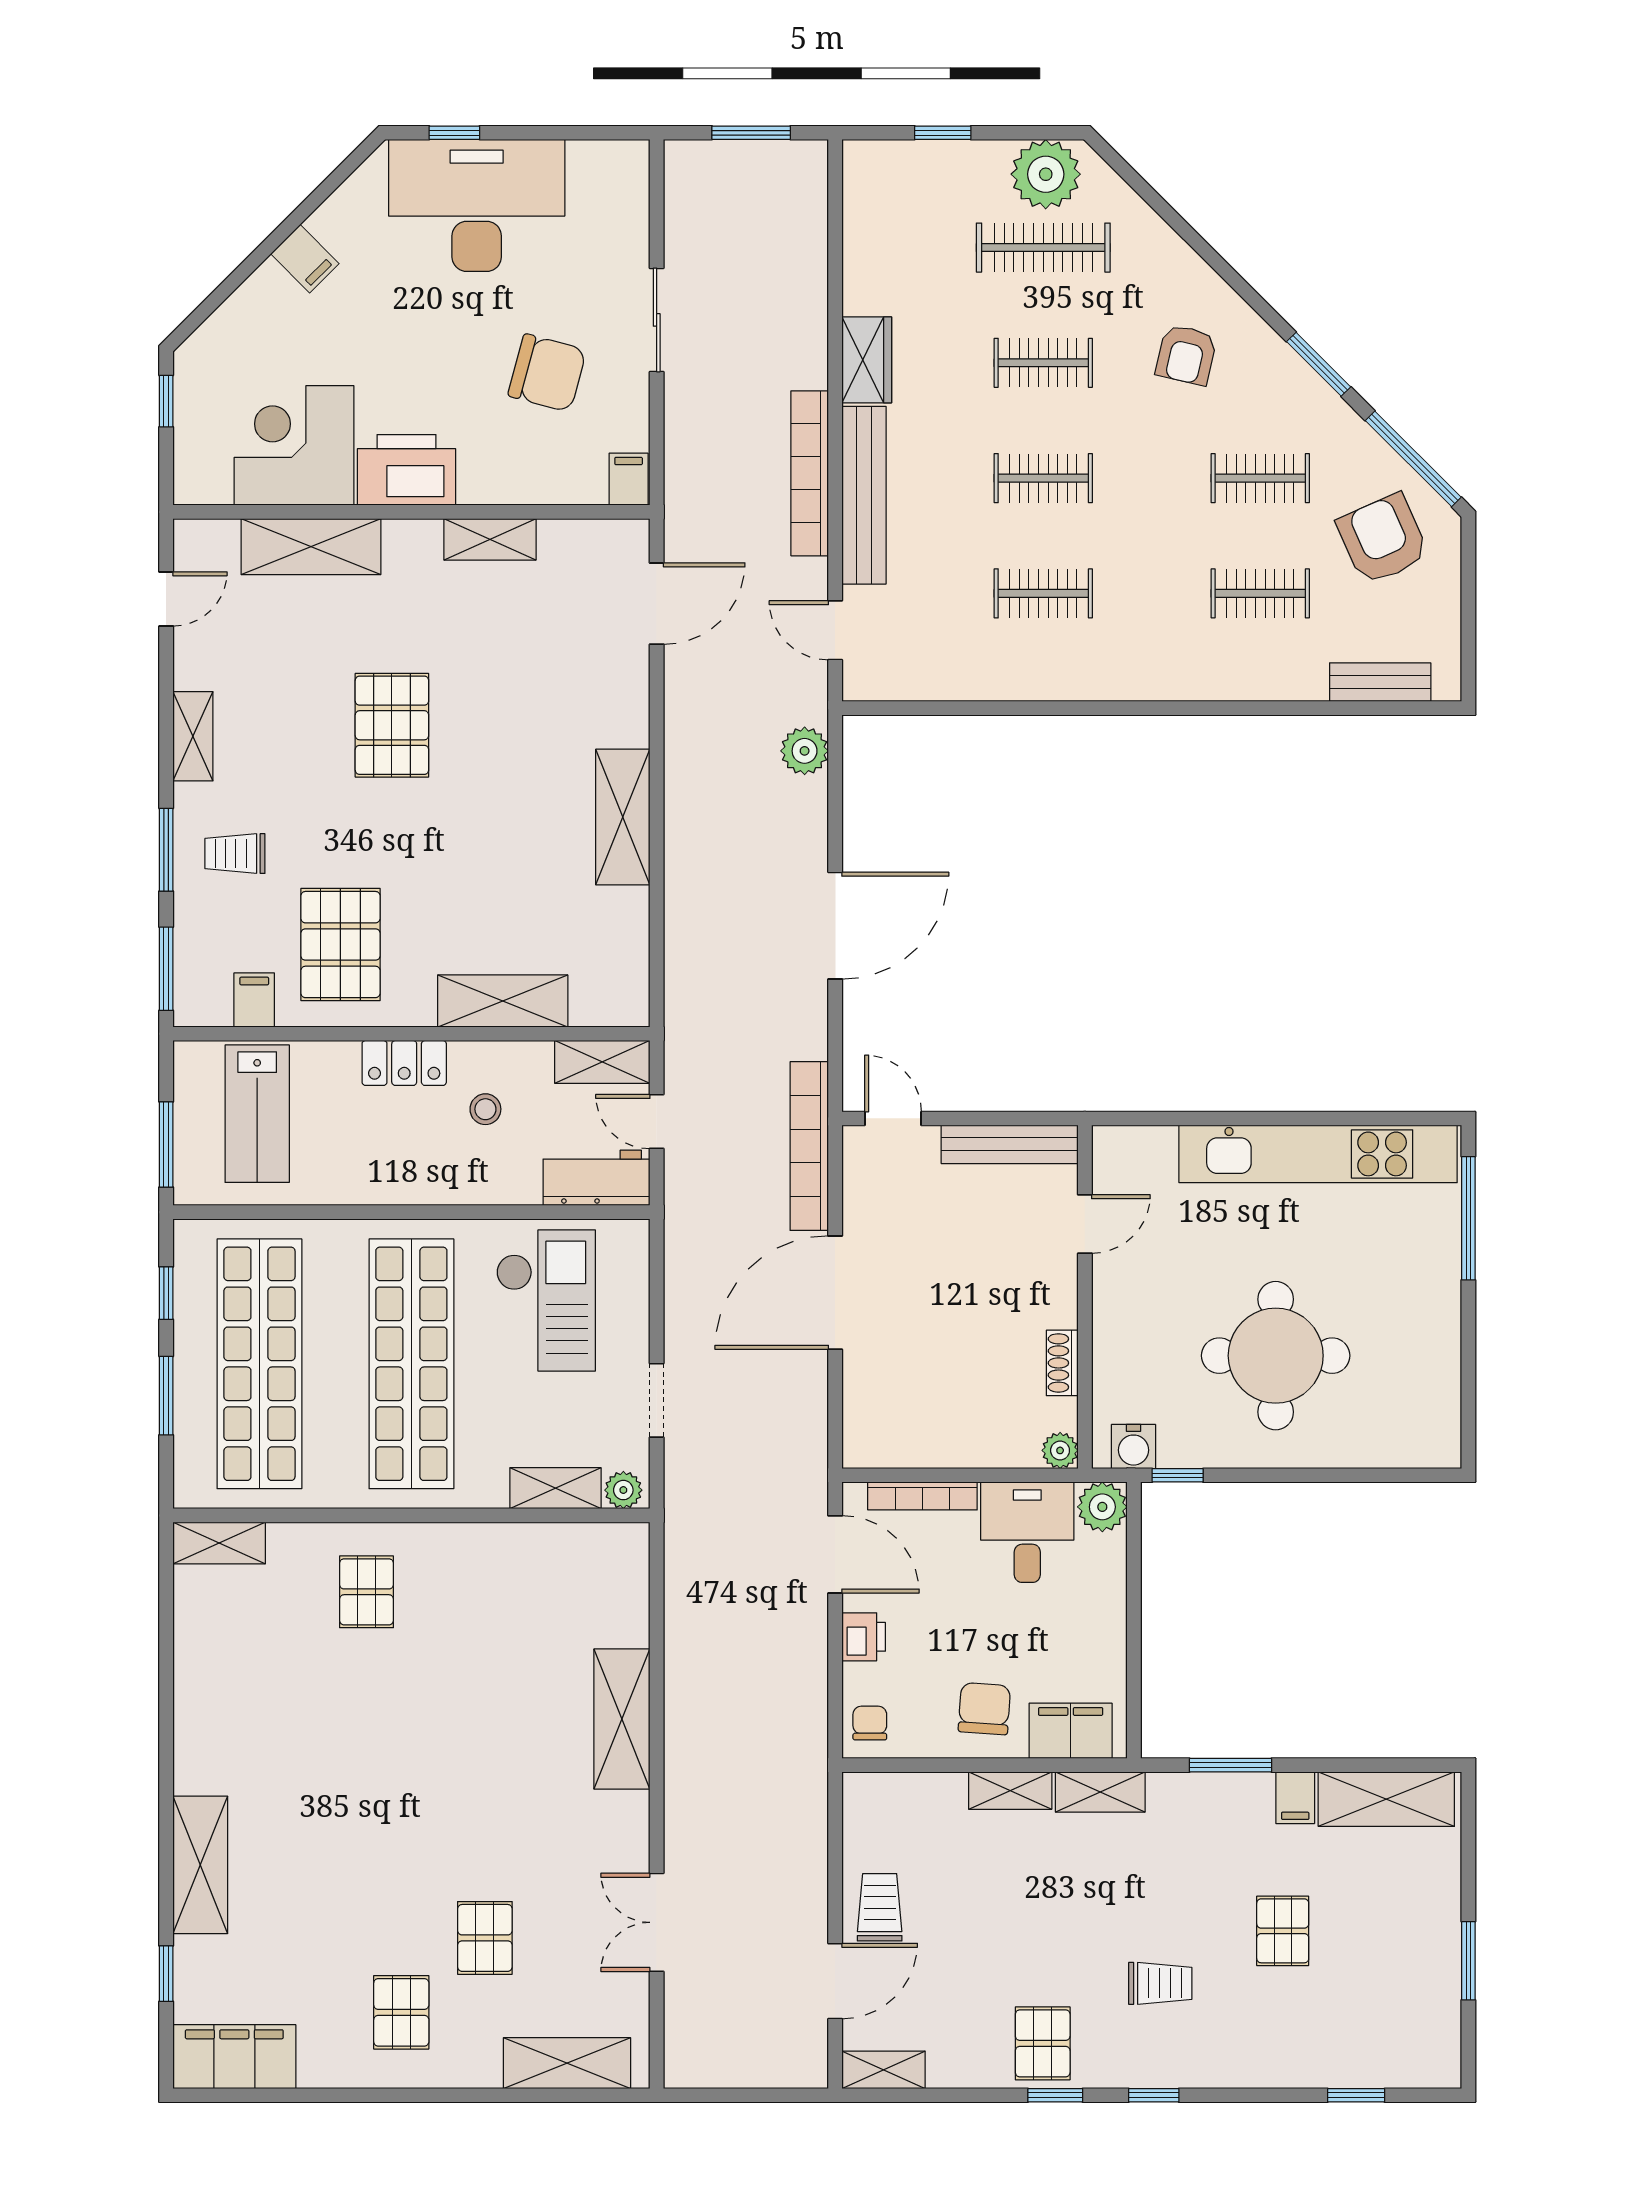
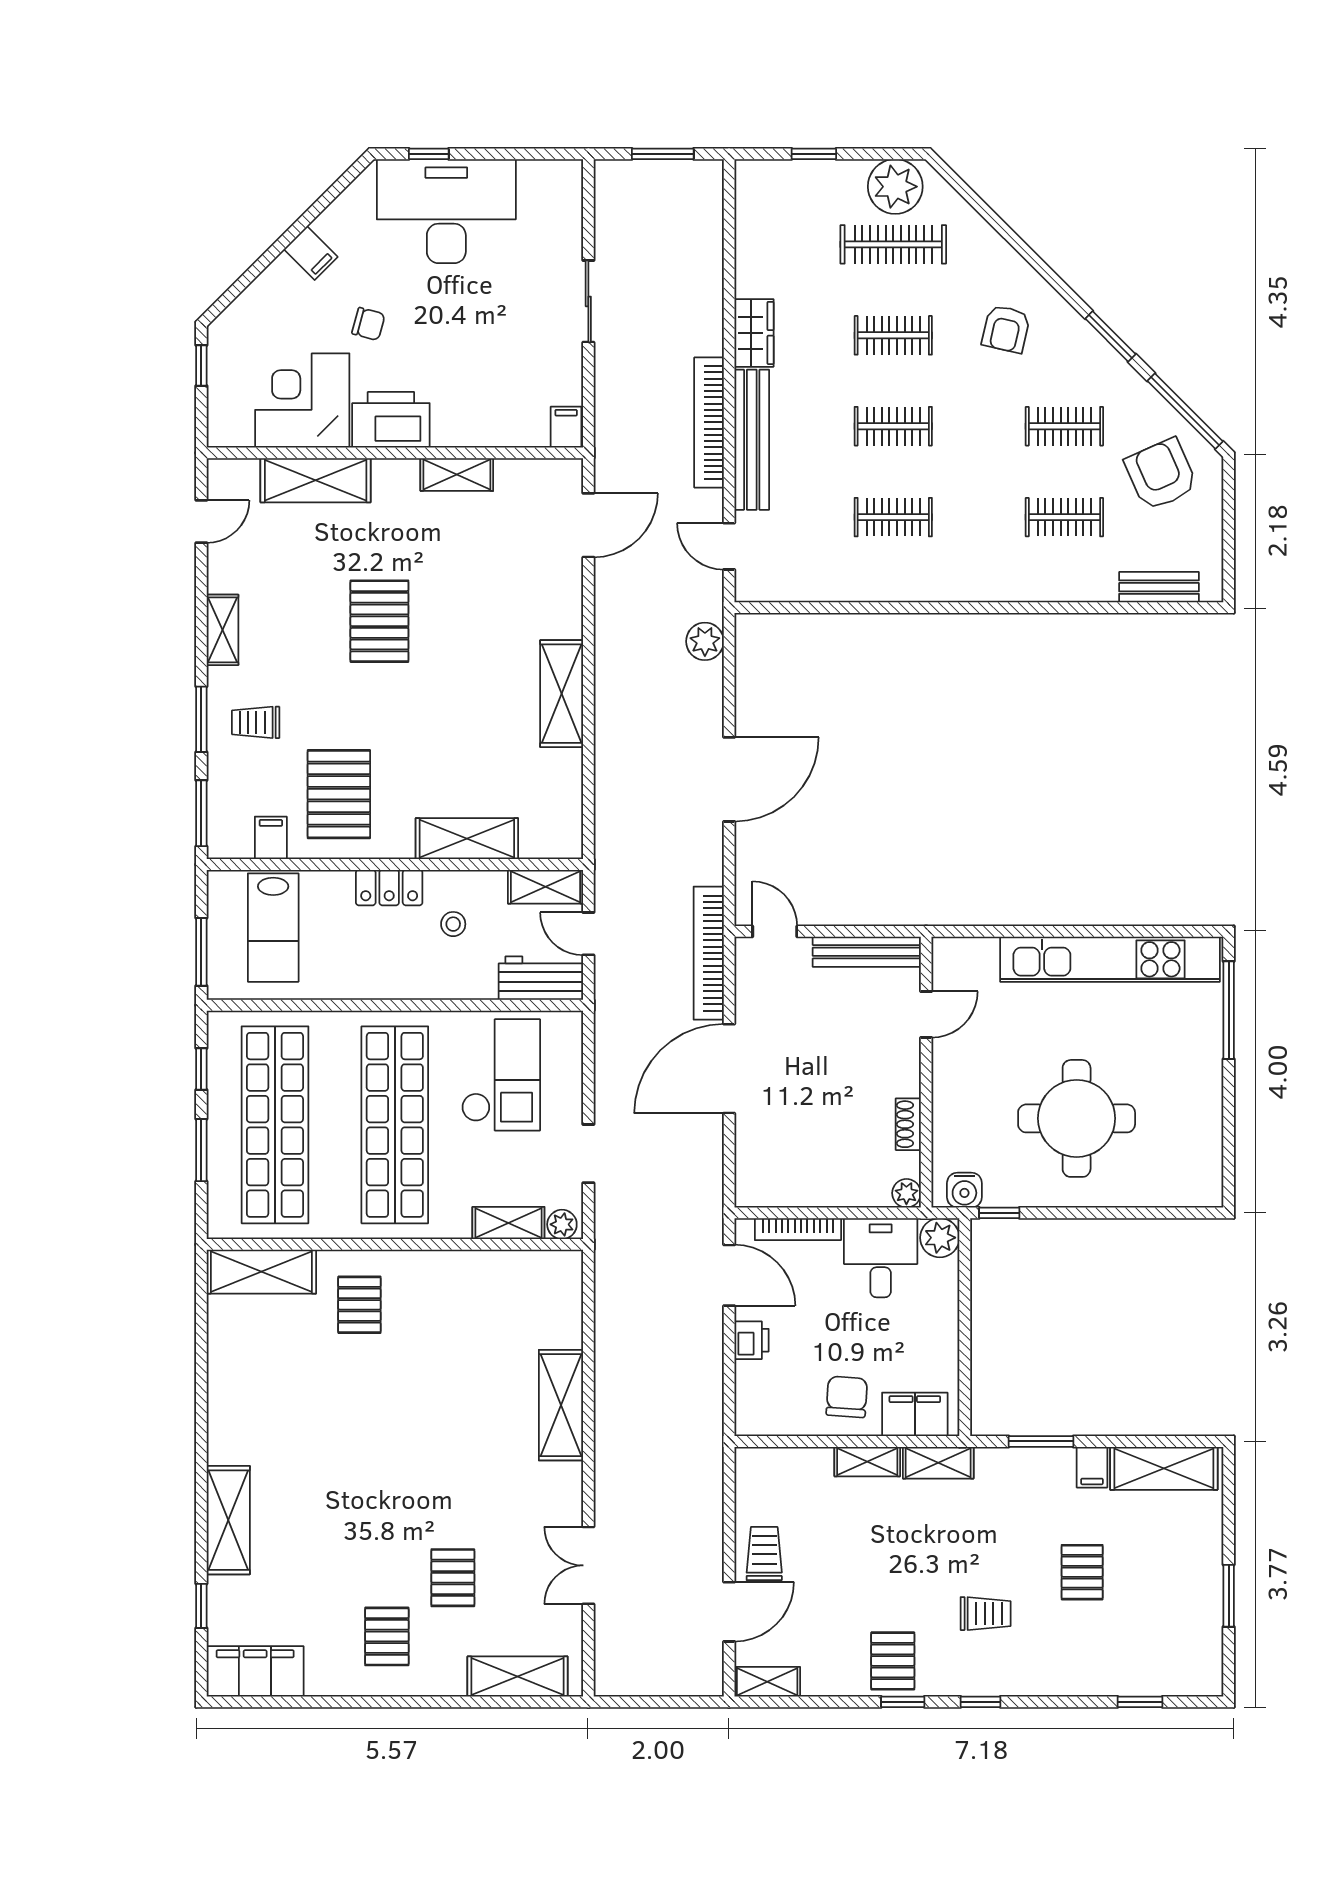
chair: (547, 373) -> (368, 324), moved, width x0.54, depth x0.54
shelving: (219, 1543) -> (261, 1272), width x1.50, depth x1.33
chair: (870, 1723) -> (756, 1408), removed

